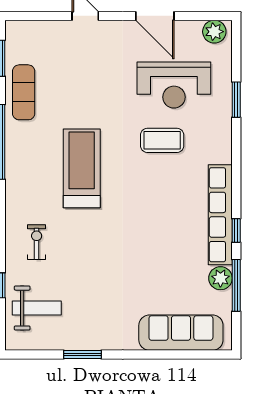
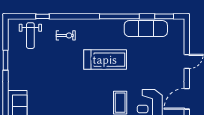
exercise mat: (24, 92) -> (146, 29), width x1.36, depth x1.45

